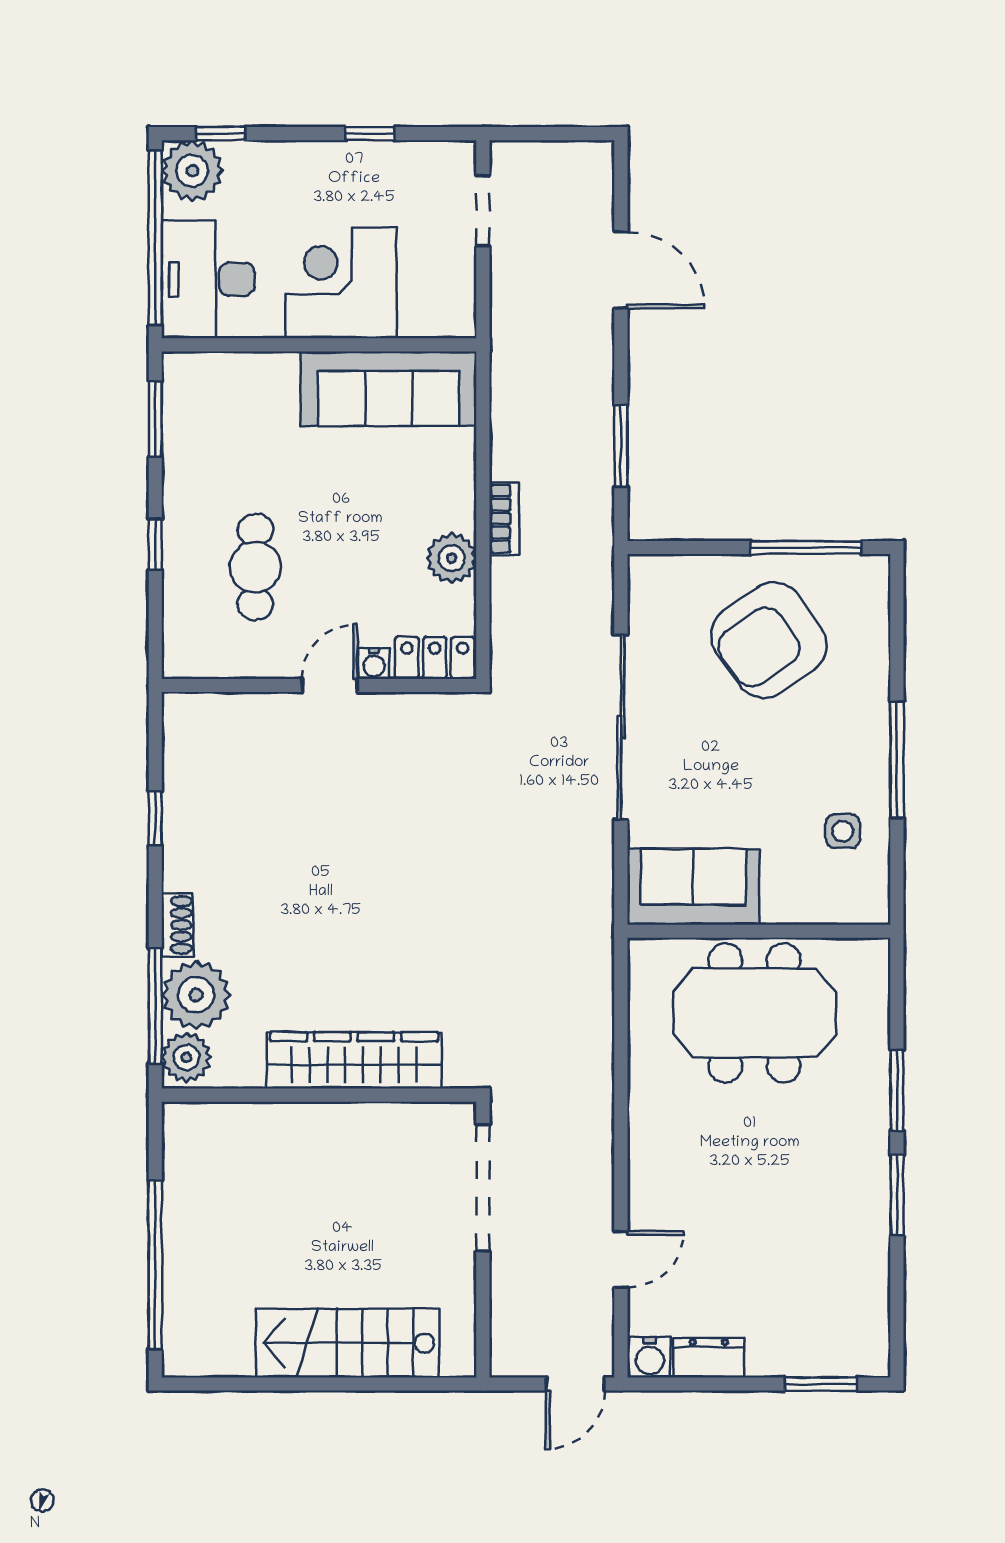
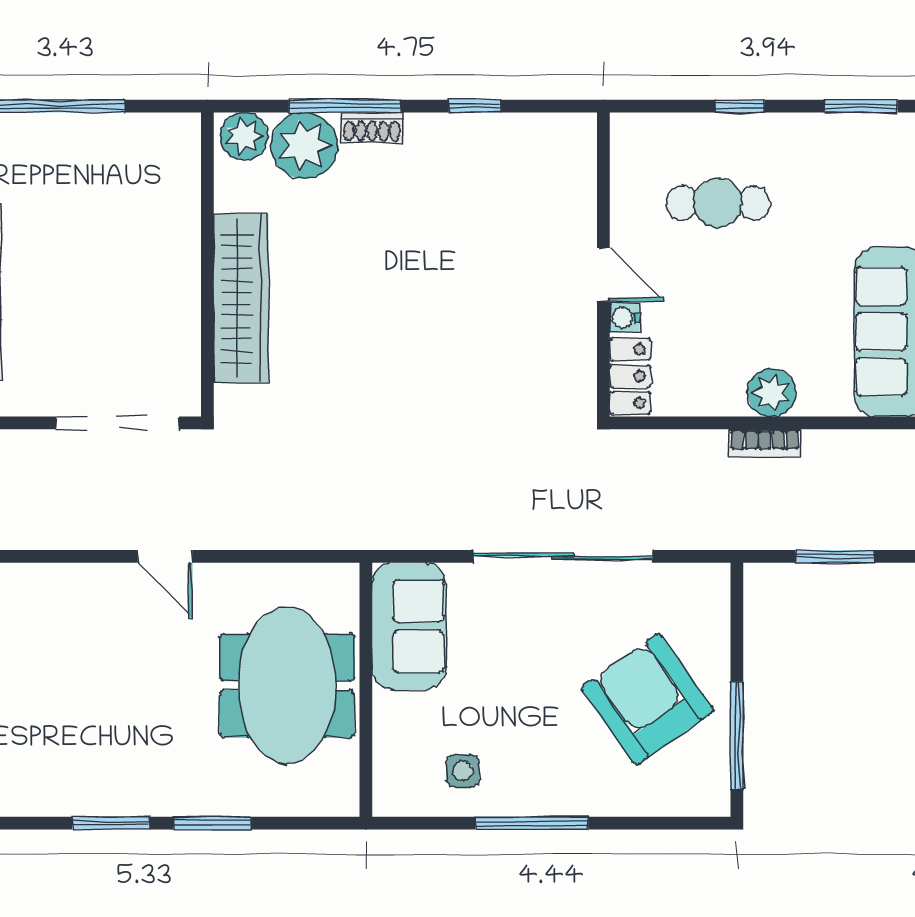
plant: (452, 558) -> (771, 393), moved
window: (155, 1006) -> (345, 106), moved
door: (621, 1259) -> (165, 556), moved

